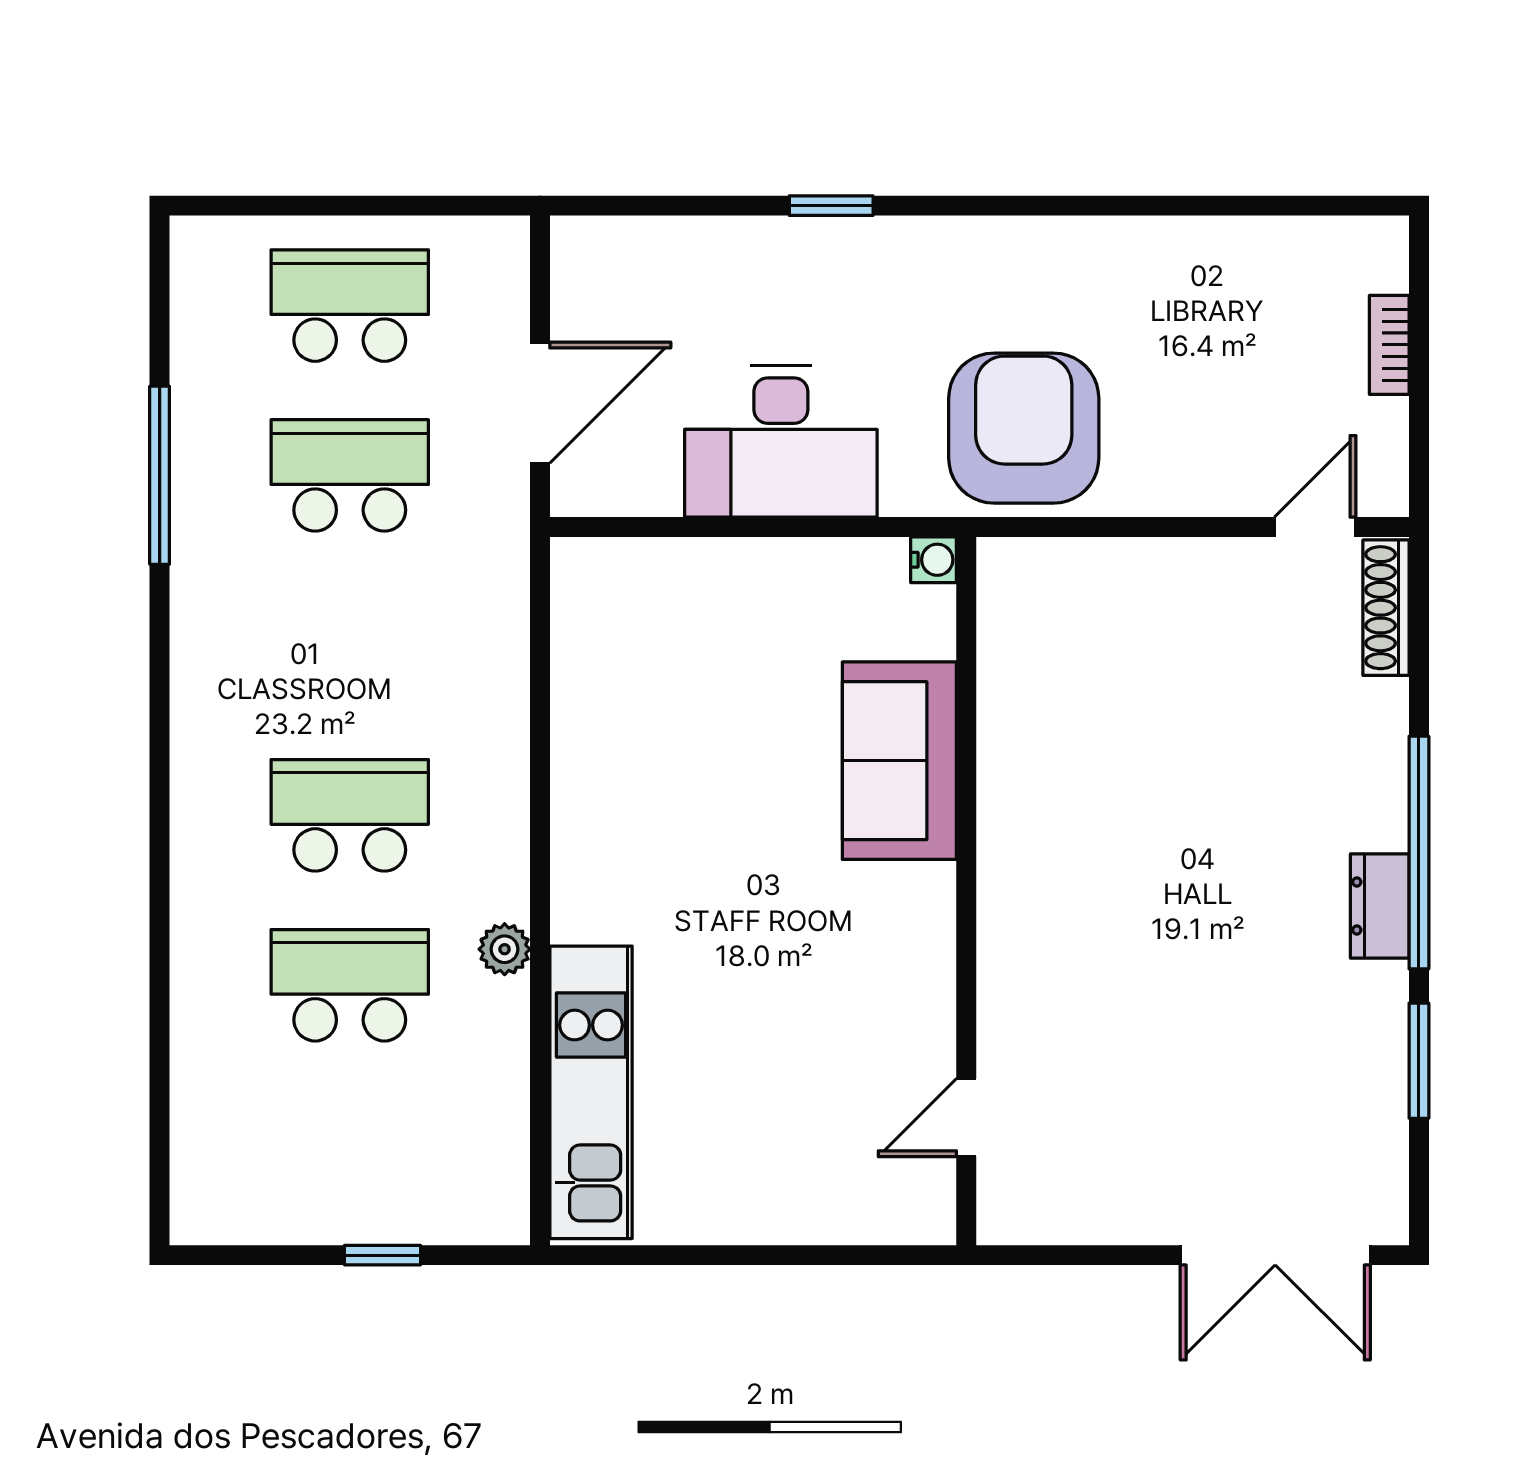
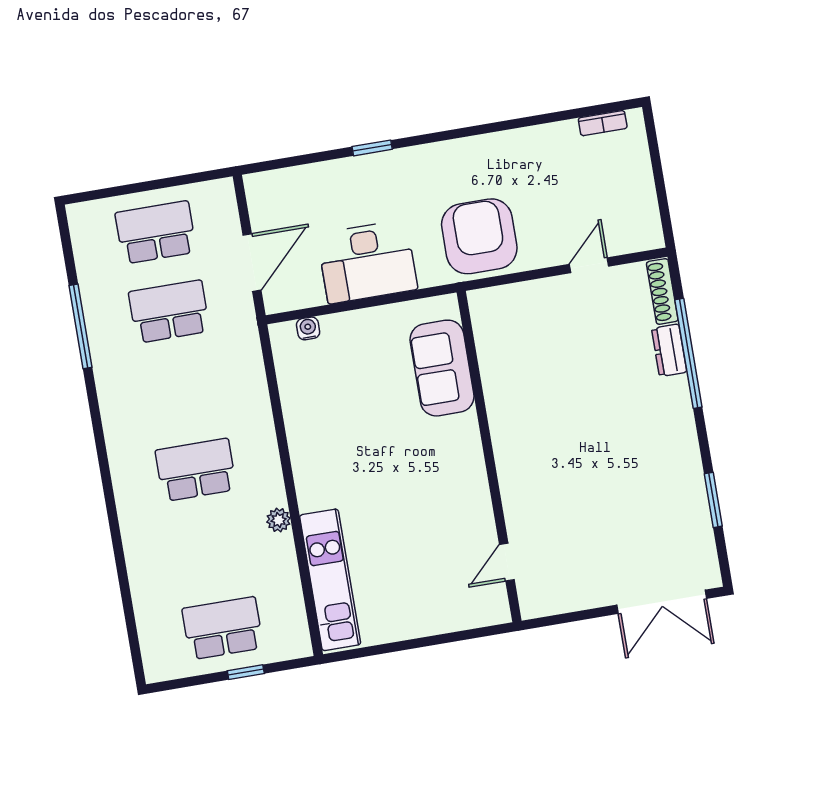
bookcase: (1389, 345) -> (603, 123), moved, turned -90
door: (1315, 527) -> (589, 265), moved
water cooler: (934, 560) -> (308, 328), moved, turned -90
sofa: (899, 761) -> (442, 368), moved
window: (1419, 853) -> (688, 353), moved
dresser: (1380, 906) -> (669, 350), moved
school desk: (350, 985) -> (223, 628), moved

